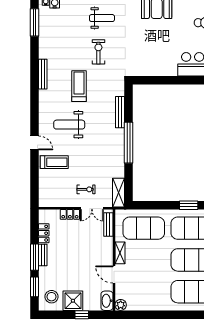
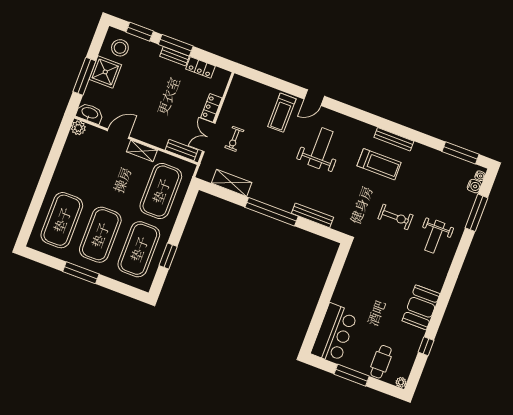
treadmill: (79, 86) -> (379, 164), moved
shelving: (119, 193) -> (232, 183), moved
window: (82, 315) -> (84, 76), width x2.17

